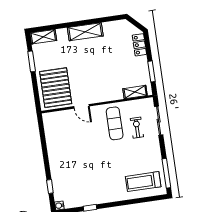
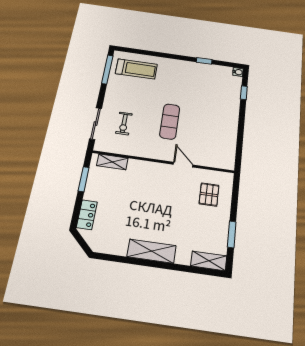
pallet: (56, 88) -> (209, 195), width x0.49, depth x0.50
exercise mat: (115, 123) -> (170, 121), moved

